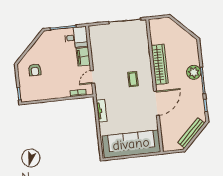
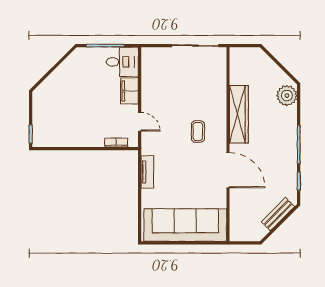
armchair: (35, 70) -> (57, 102), removed
plant: (194, 72) -> (287, 96), moved
door: (93, 77) -> (140, 122), swing flipped
door: (156, 103) -> (228, 170), hinge flipped
bench: (191, 133) -> (278, 214), width x0.73

